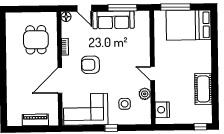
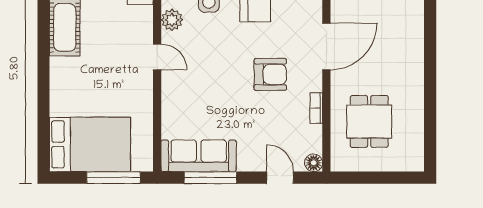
sofa: (113, 20) -> (199, 156), moved

